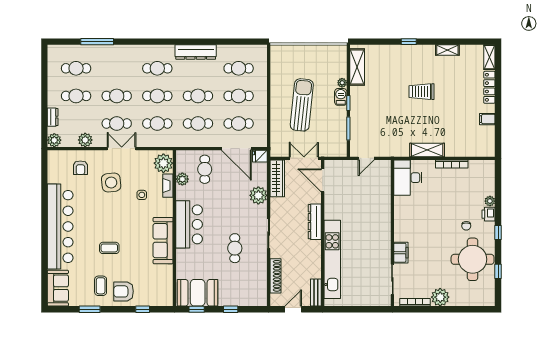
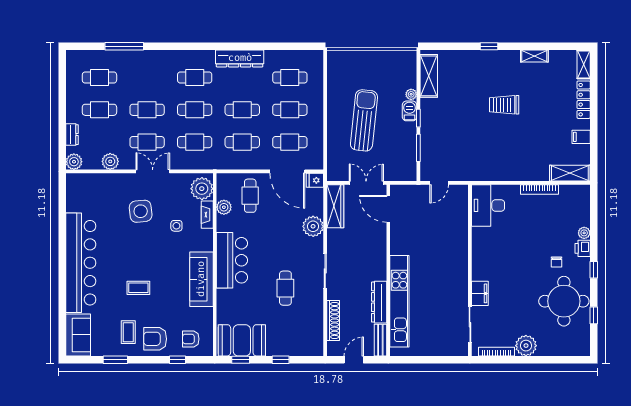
shelving: (427, 150) -> (570, 173), moved
armchair: (80, 168) -> (191, 339), moved, turned 90
dresser: (315, 222) -> (379, 302), moved

